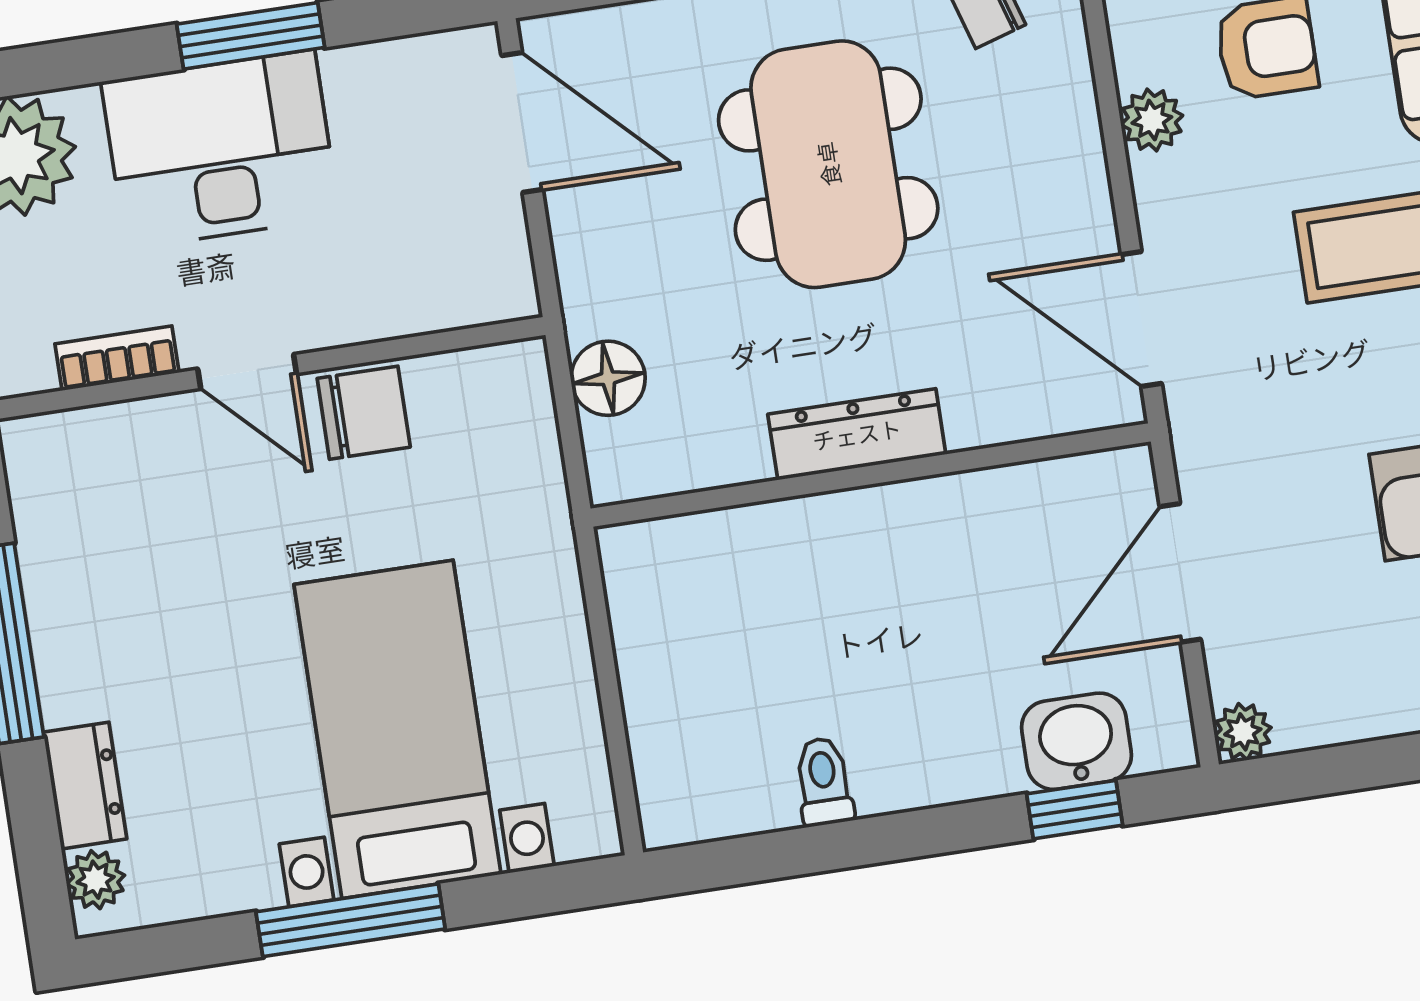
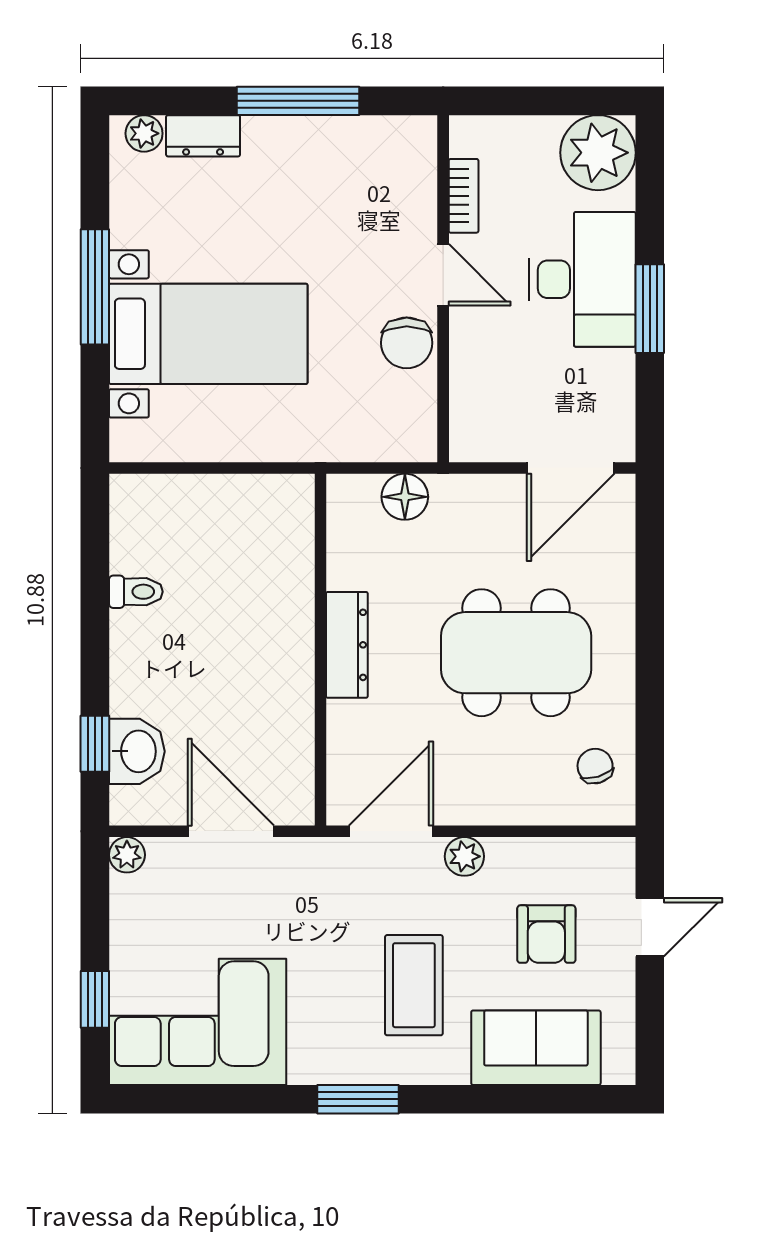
plant: (1152, 120) -> (464, 856), moved
door: (247, 371) -> (443, 275), swing flipped

